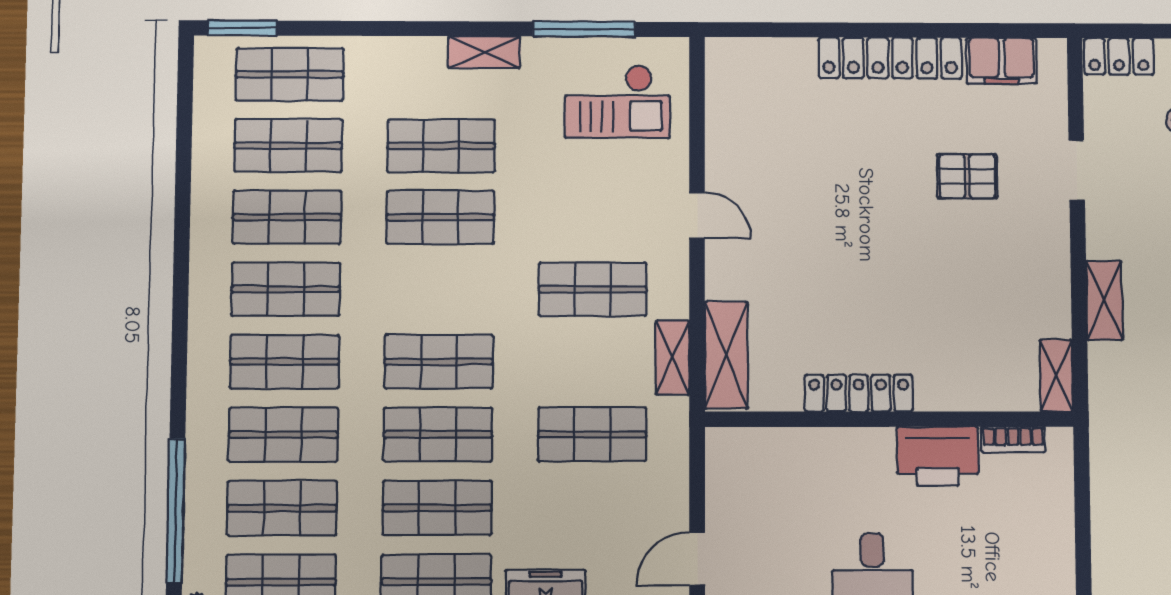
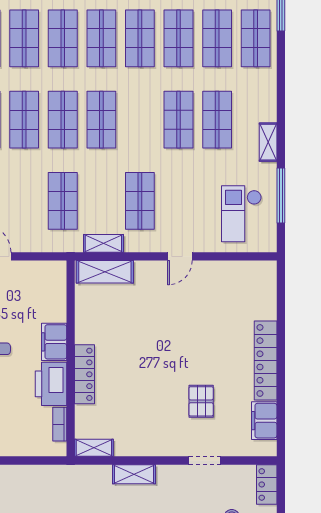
locker: (859, 393) -> (84, 374), moved
filing cabinet: (858, 450) -> (54, 342), added

